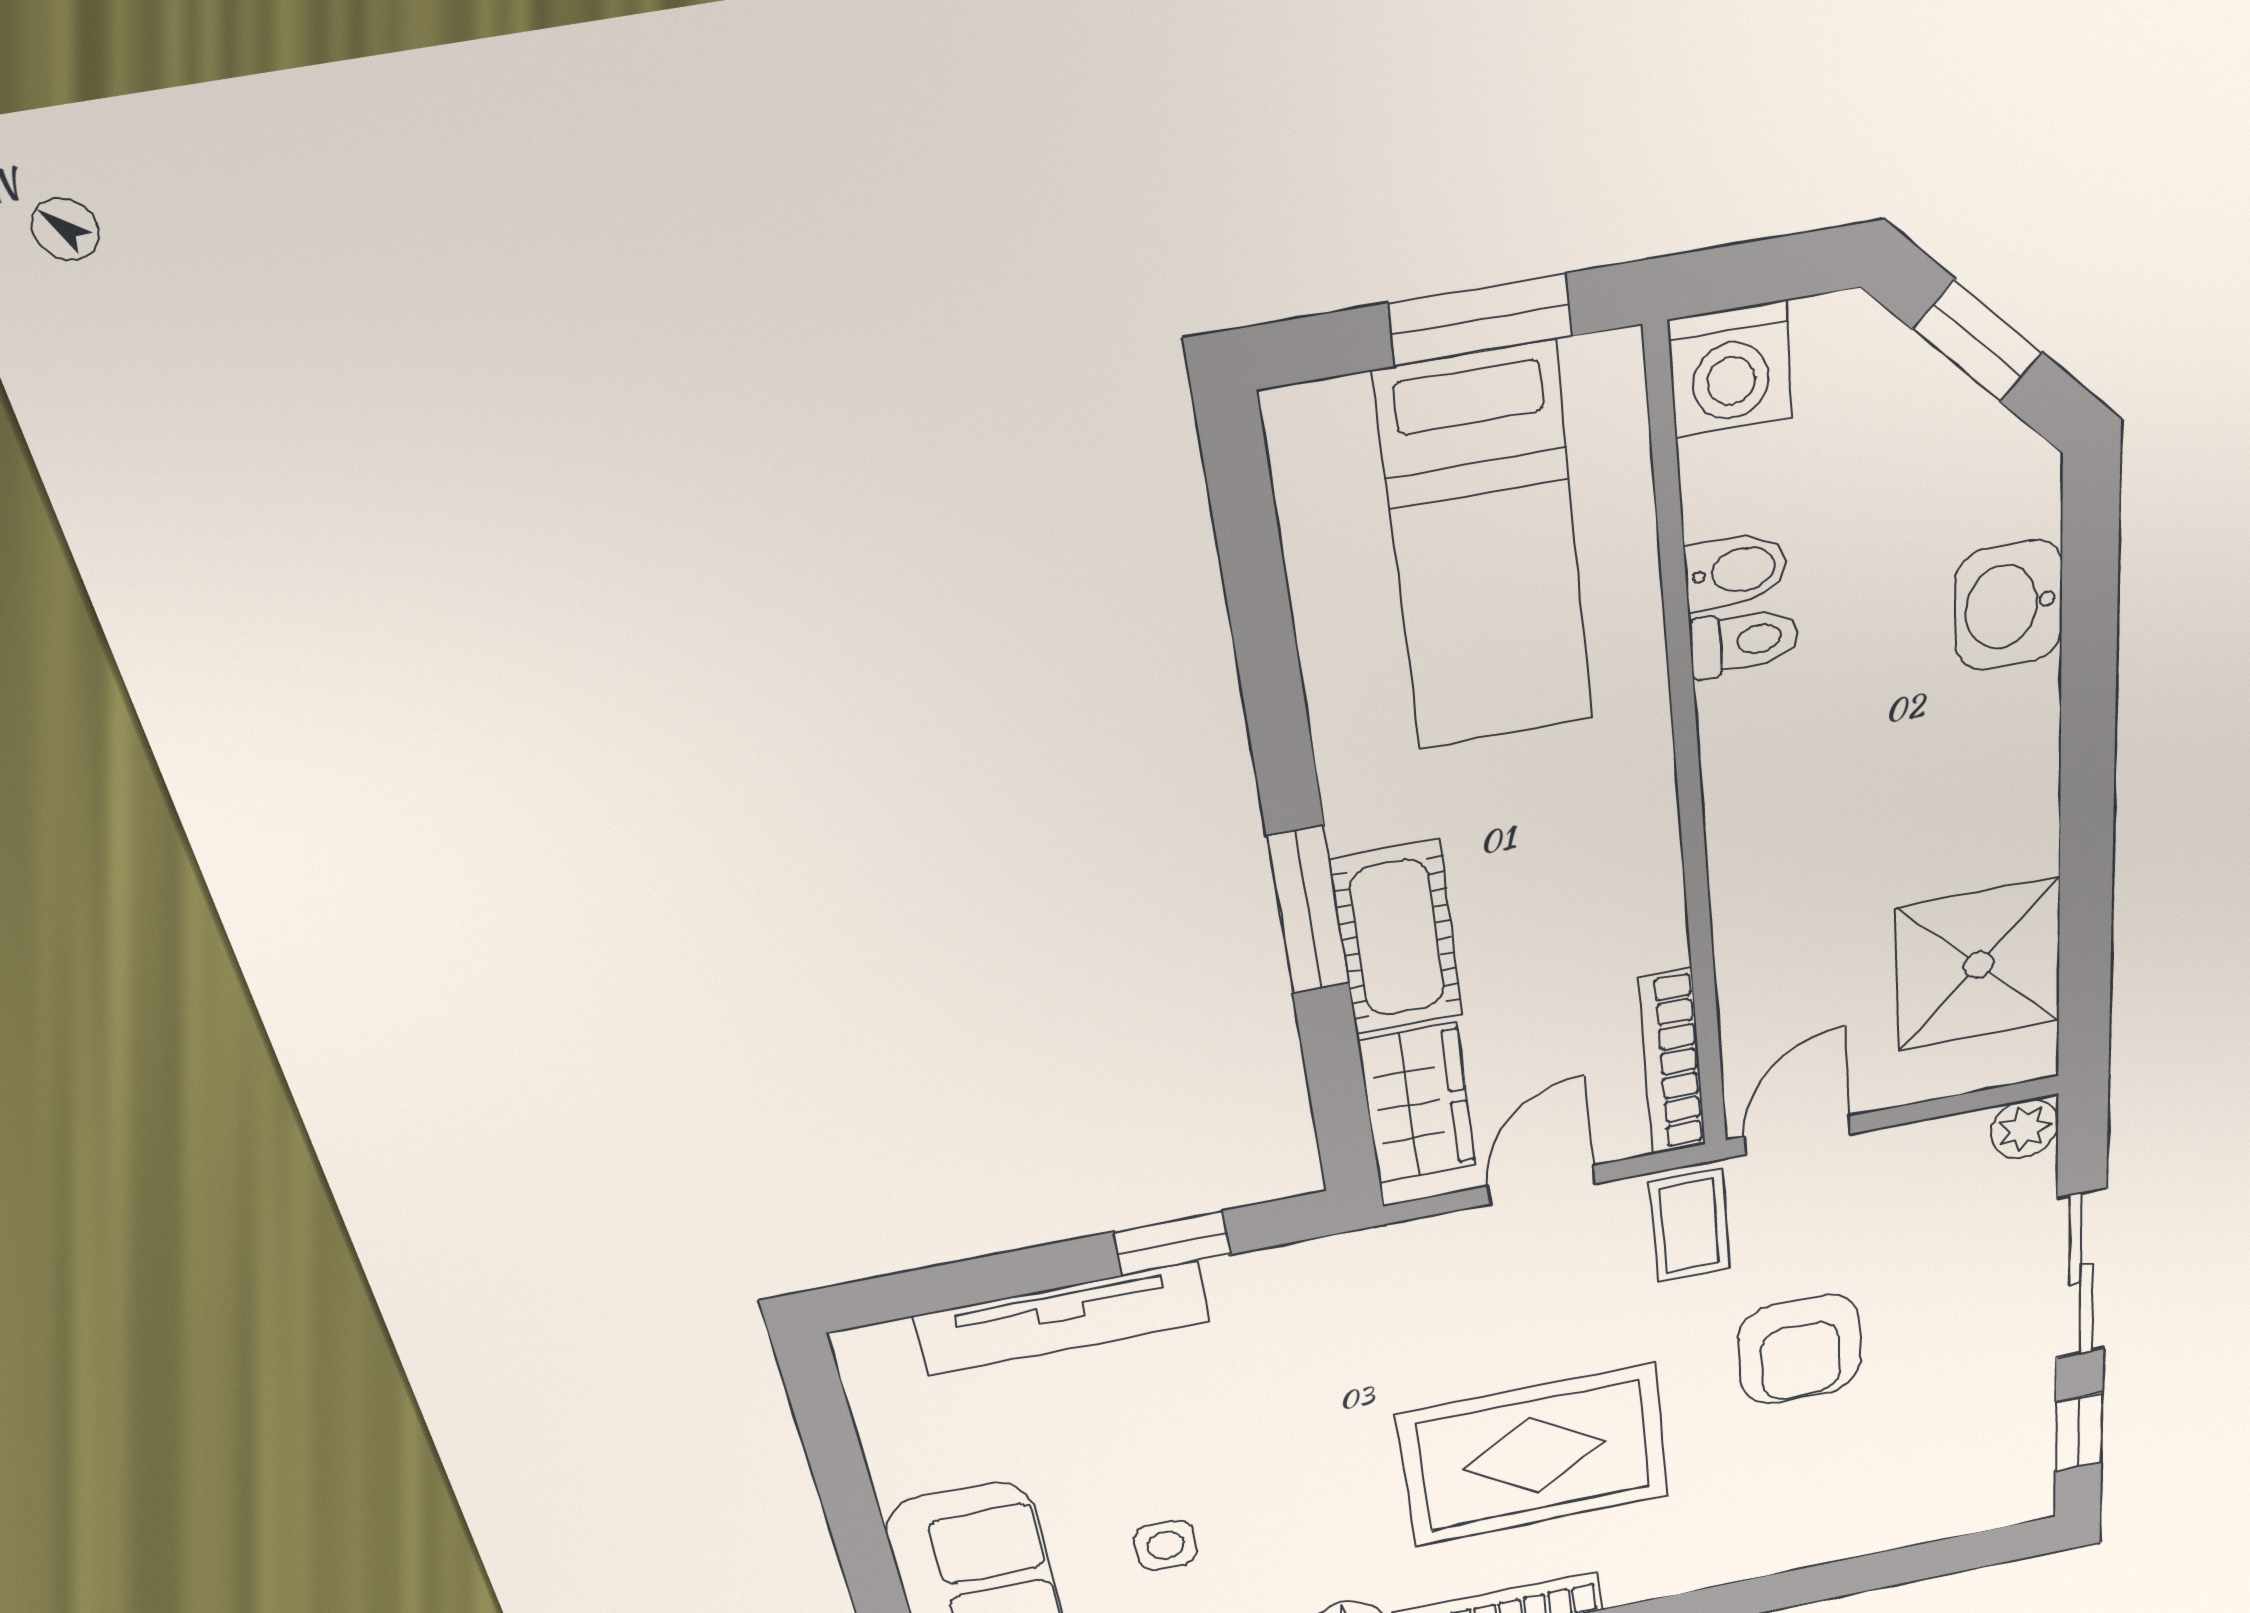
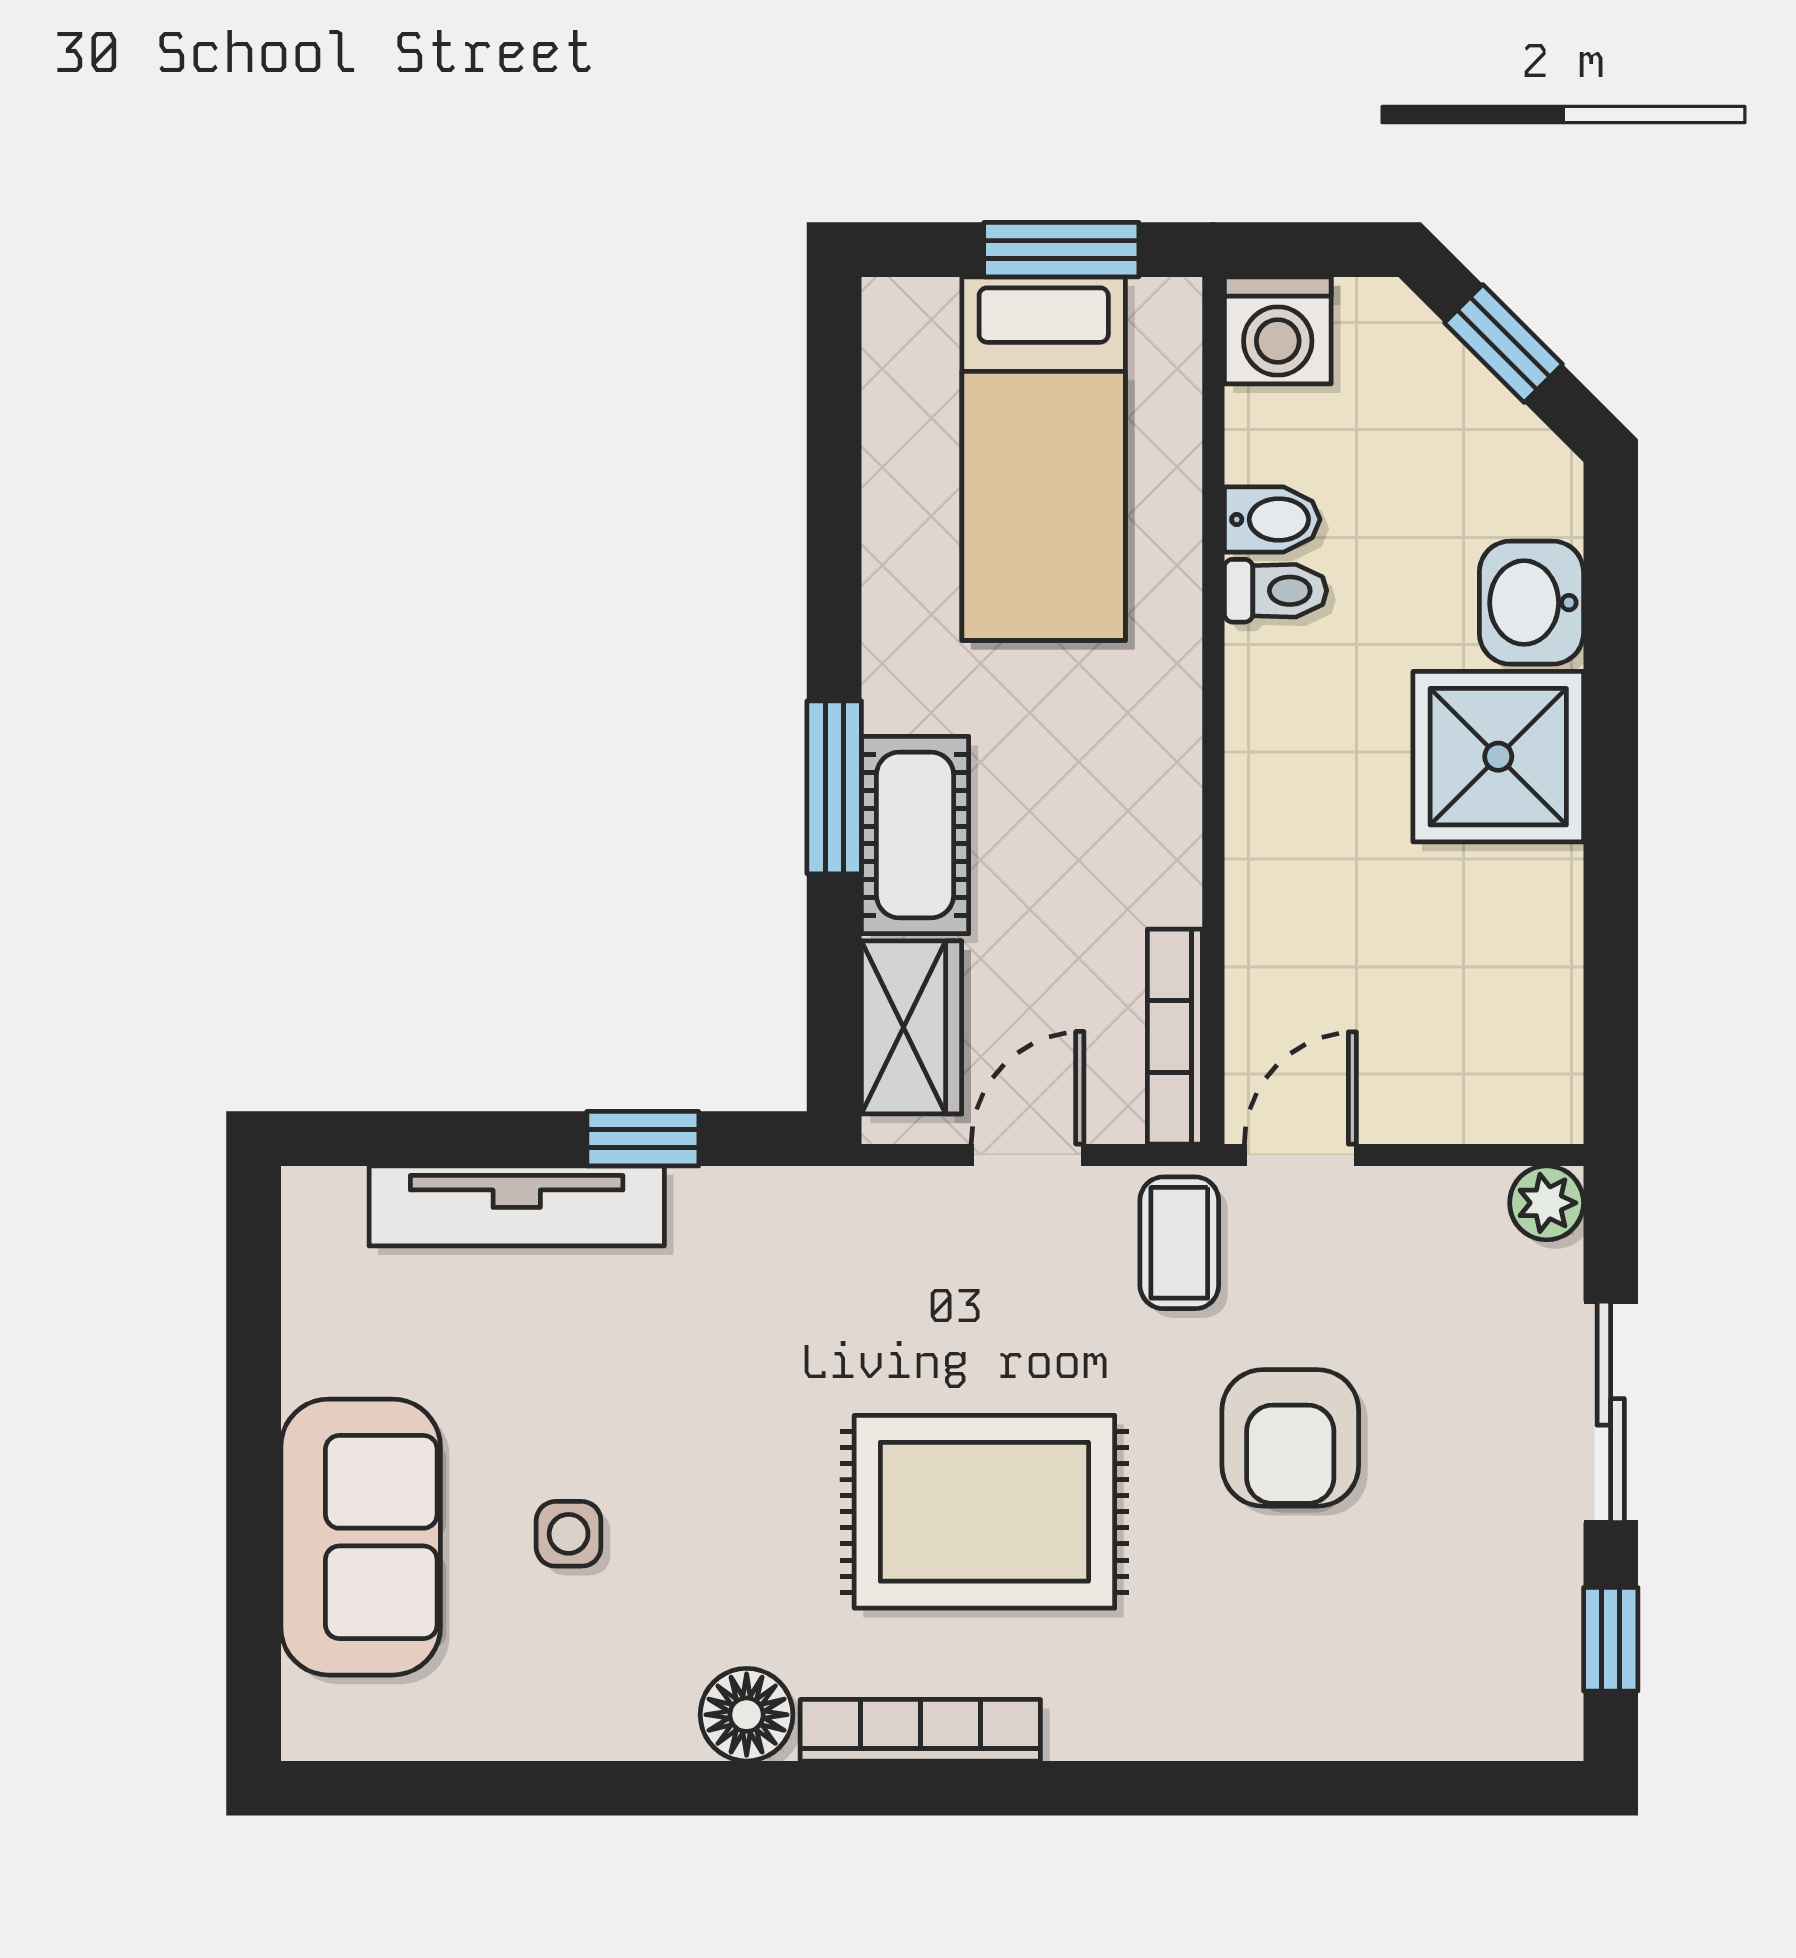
shower: (1979, 965) -> (1498, 757), moved

